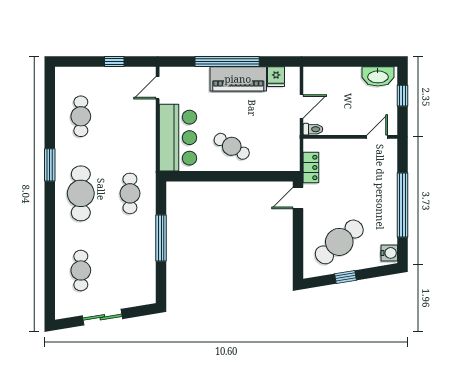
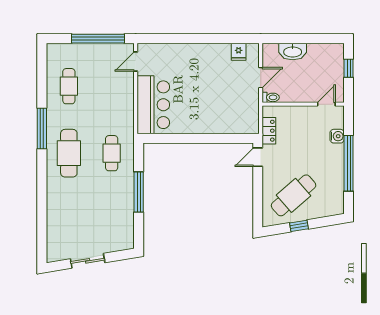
window: (114, 62) -> (98, 39), width x3.17
window: (227, 62) -> (196, 39), removed
washbasin: (378, 76) -> (293, 51), moved
piano: (238, 79) -> (206, 54), removed
cafe table: (232, 146) -> (200, 112), removed
window: (50, 165) -> (42, 128), width x1.44
water cooler: (389, 253) -> (337, 136), moved
cafe table: (81, 270) -> (69, 220), removed

